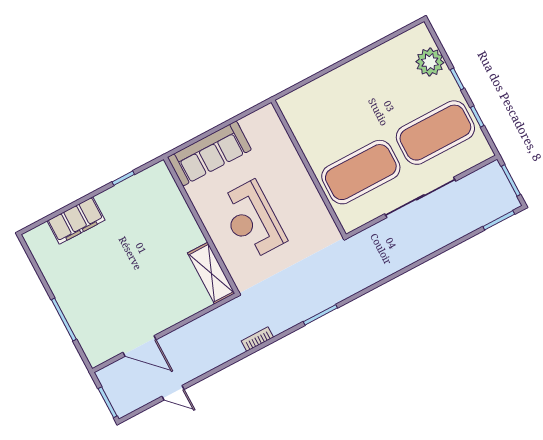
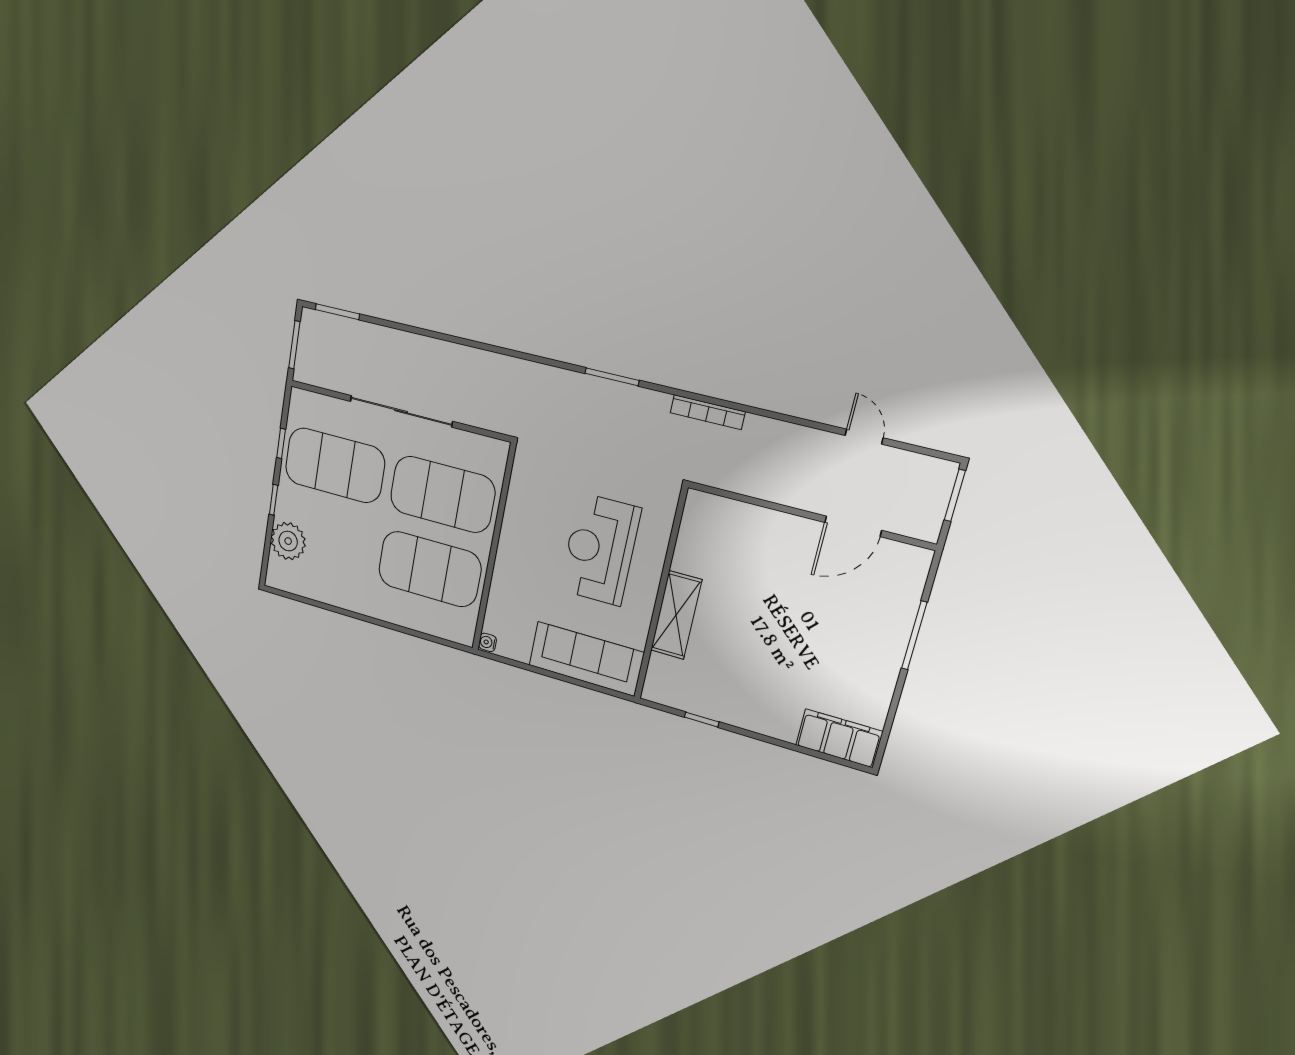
water cooler: (269, 111) -> (487, 642), added
exercise mat: (335, 123) -> (430, 569), added
filing cabinet: (76, 220) -> (839, 738), moved
reception desk: (252, 220) -> (600, 550), turned 180
shelving: (211, 273) -> (676, 615), moved
bookcase: (257, 339) -> (708, 412), width x1.56
door: (139, 346) -> (853, 526), swing flipped

